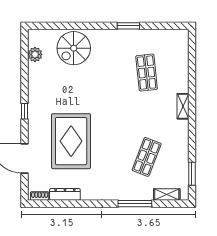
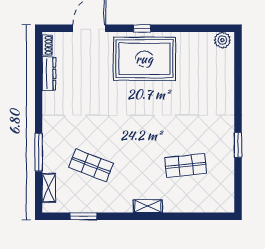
spiral stairs: (74, 48) -> (213, 84), removed
plant: (35, 54) -> (222, 40), moved
rug: (71, 141) -> (144, 59), moved
window: (192, 174) -> (84, 216), moved

